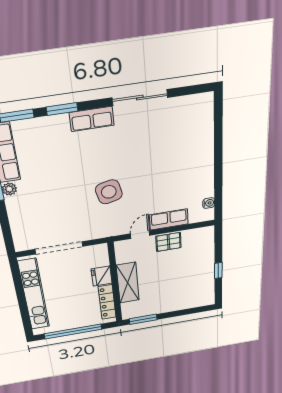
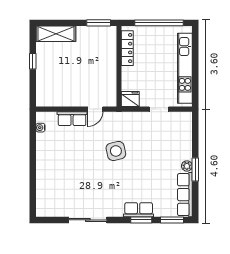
row of seats: (92, 119) -> (139, 210), moved
pallet: (168, 242) -> (73, 98), removed
doorway: (59, 248) -> (159, 109), width x0.53
fridge: (102, 276) -> (130, 99), moved, turned -90
shelving: (128, 283) -> (56, 34), moved, turned 90

